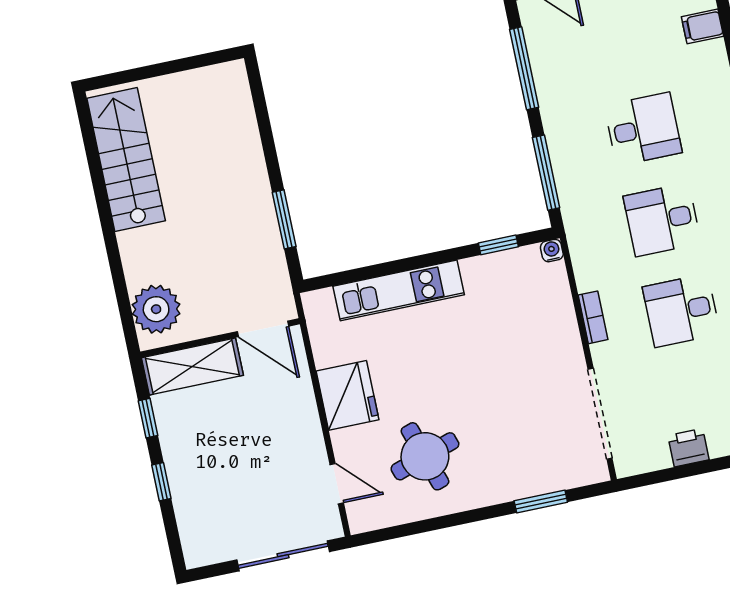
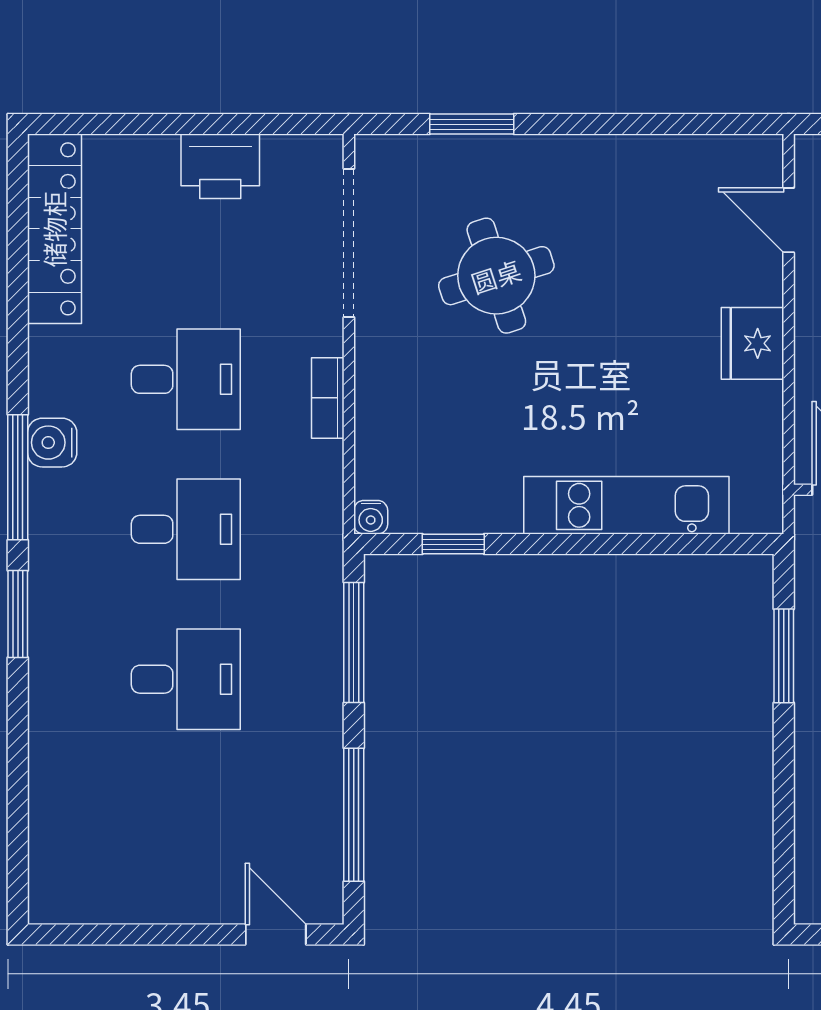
filing cabinet: (702, 26) -> (58, 822), removed
desk: (643, 129) -> (186, 679), turned 180
fridge: (348, 395) -> (753, 343), width x0.73, depth x0.75
printer: (688, 448) -> (220, 166), width x1.36, depth x1.24
round table: (425, 456) -> (496, 276), moved

